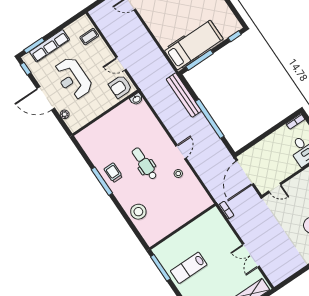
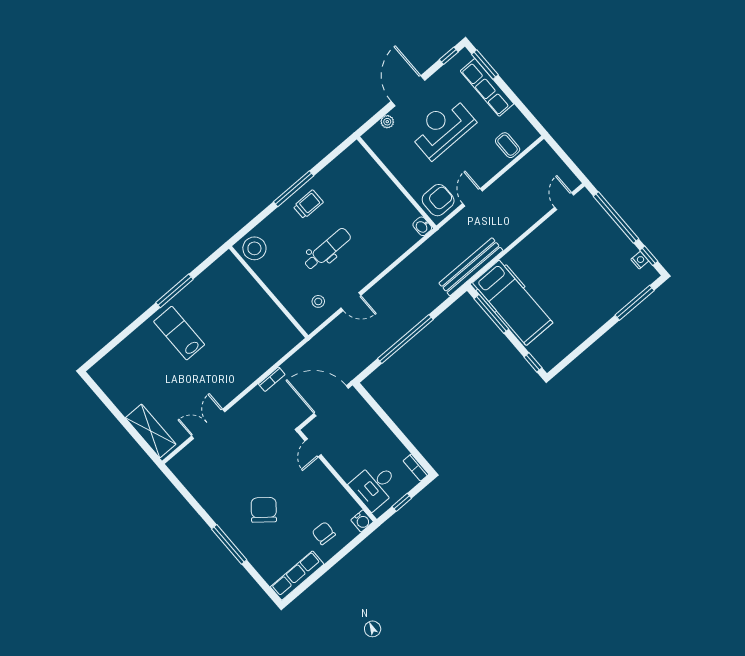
armchair: (120, 87) -> (438, 200), turned 90
bench: (184, 95) -> (471, 267), moved
wall: (183, 227) -> (269, 292), moved

